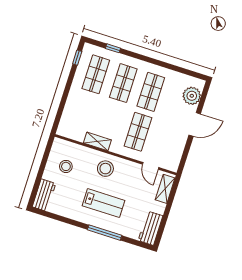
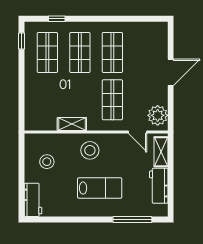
plant: (192, 96) -> (158, 115), moved
workbench: (150, 228) -> (159, 186), moved
window: (105, 233) -> (132, 219), moved

